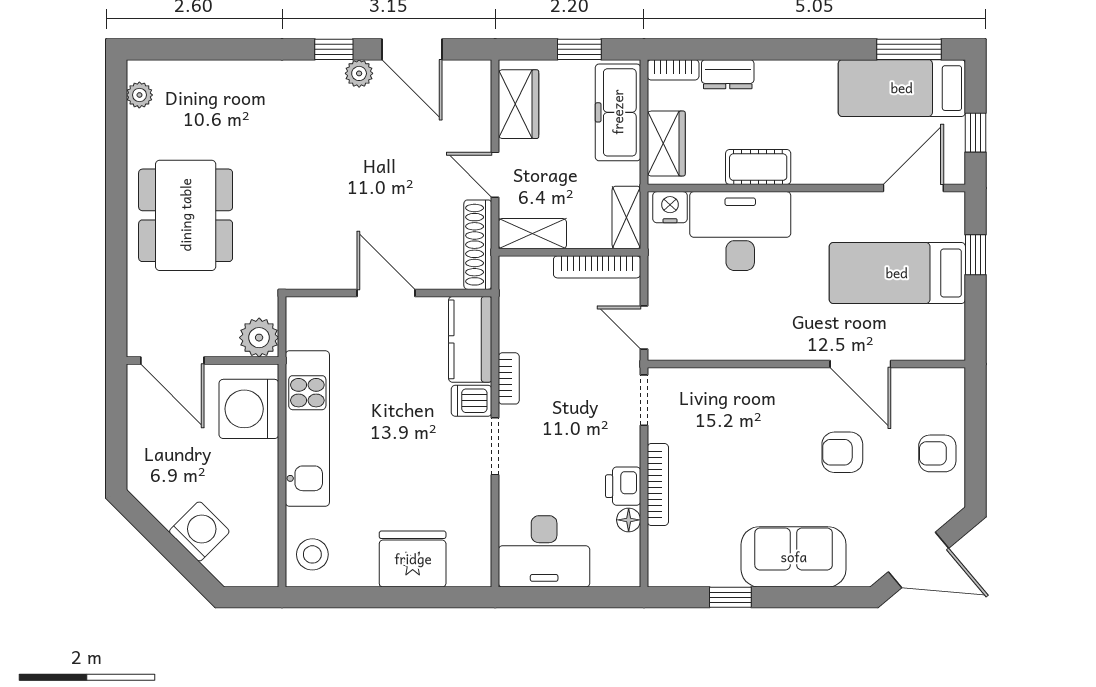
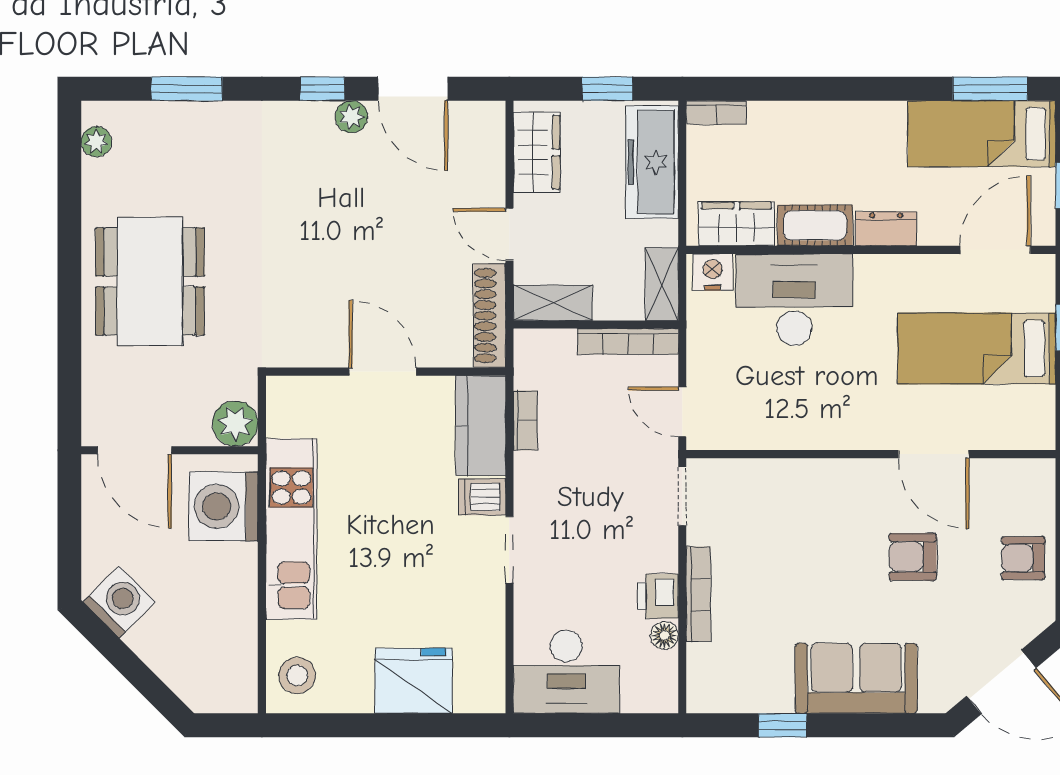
window: (217, 49) -> (187, 89), added
dresser: (728, 74) -> (886, 229), moved, turned 180
wardrobe: (666, 144) -> (736, 224), moved, turned -90
bookcase: (509, 378) -> (525, 420), moved
washing machine: (199, 531) -> (119, 602), moved

